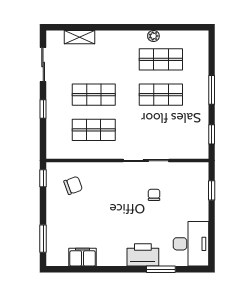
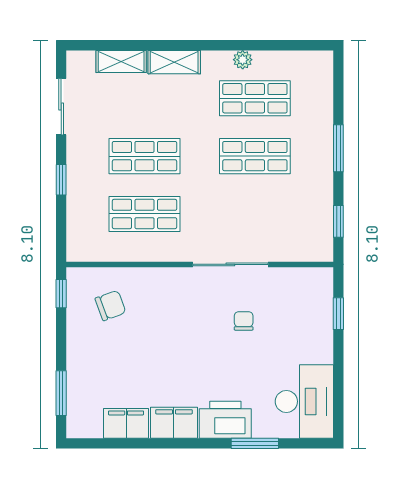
shelving: (112, 37) -> (174, 62), added
filing cabinet: (112, 257) -> (174, 423), added

